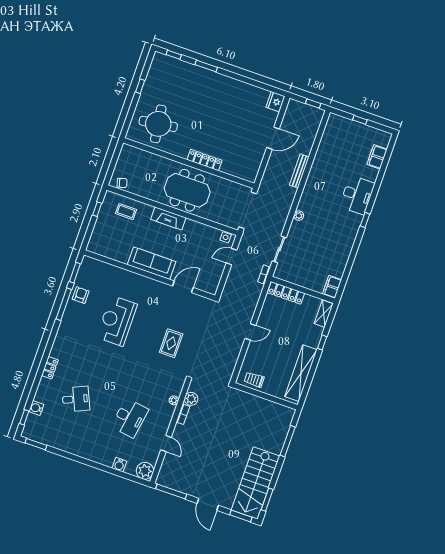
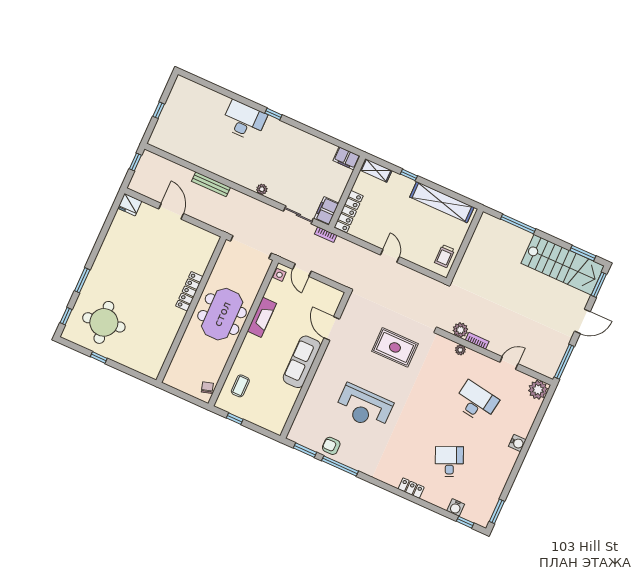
round table: (158, 124) -> (104, 322), moved
filing cabinet: (377, 157) -> (326, 211), moved, turned 90
fireplace: (168, 218) -> (262, 317), moved
rug: (171, 343) -> (395, 347), width x1.36, depth x1.43
water cooler: (119, 465) -> (517, 443), moved

